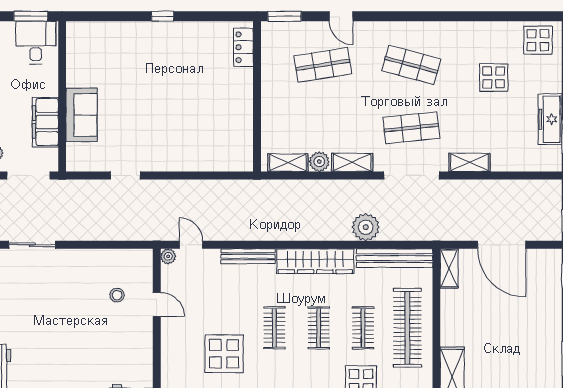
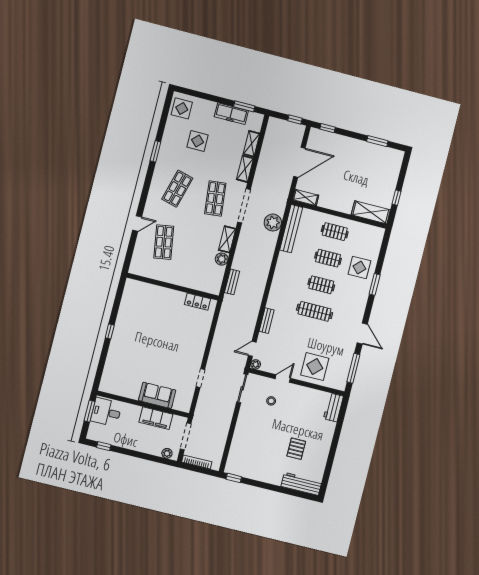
window: (285, 16) -> (155, 151), moved
locker: (243, 47) -> (197, 302), moved
shelving: (288, 163) -> (252, 144), moved
bench: (288, 187) -> (232, 282), added
plant: (366, 227) -> (273, 223), moved
sliding door: (32, 245) -> (242, 388), moved
bench: (248, 256) -> (267, 321), width x0.73
wardrobe: (315, 261) -> (281, 277), removed
clothes rail: (274, 328) -> (315, 311), width x1.36
clothes rail: (407, 328) -> (335, 232), width x0.54, depth x0.76
pallet: (52, 354) -> (296, 449), added
display table: (224, 354) -> (315, 367), moved

